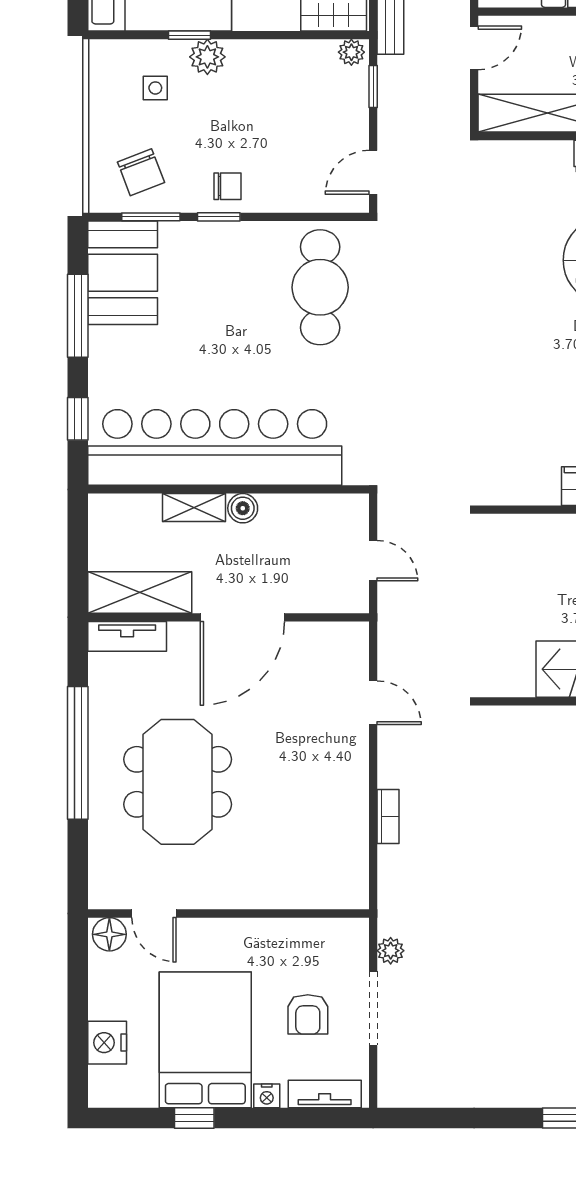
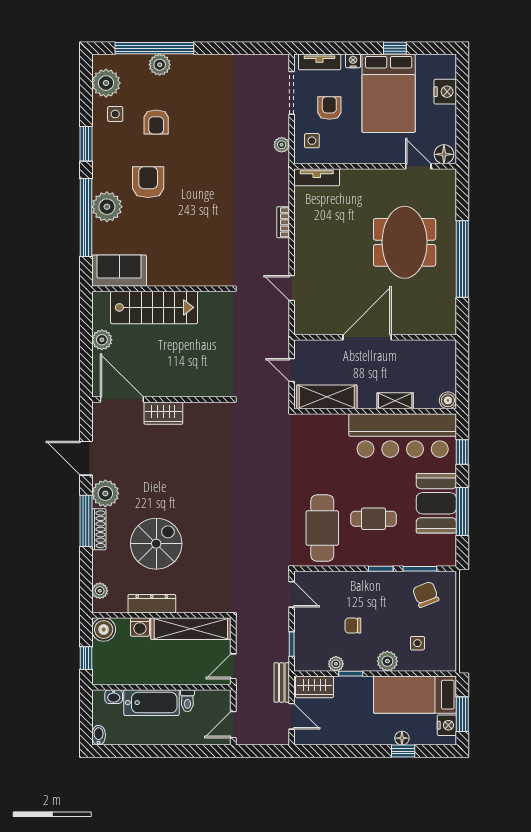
window: (189, 35) -> (351, 674), moved
plant: (351, 52) -> (336, 664), moved
door: (373, 172) -> (292, 594), hinge flipped
chair: (228, 186) -> (353, 626), moved
booth: (123, 273) -> (436, 503), moved
cafe table: (231, 303) -> (374, 519), added
bar counter: (215, 447) -> (403, 435), width x0.73
boiler: (243, 508) -> (448, 400), moved
shelving: (140, 592) -> (327, 397), moved
tv unit: (127, 636) -> (317, 177), moved, turned 180
side table: (338, 958) -> (312, 141), added
doorway: (373, 1008) -> (292, 93), moved

